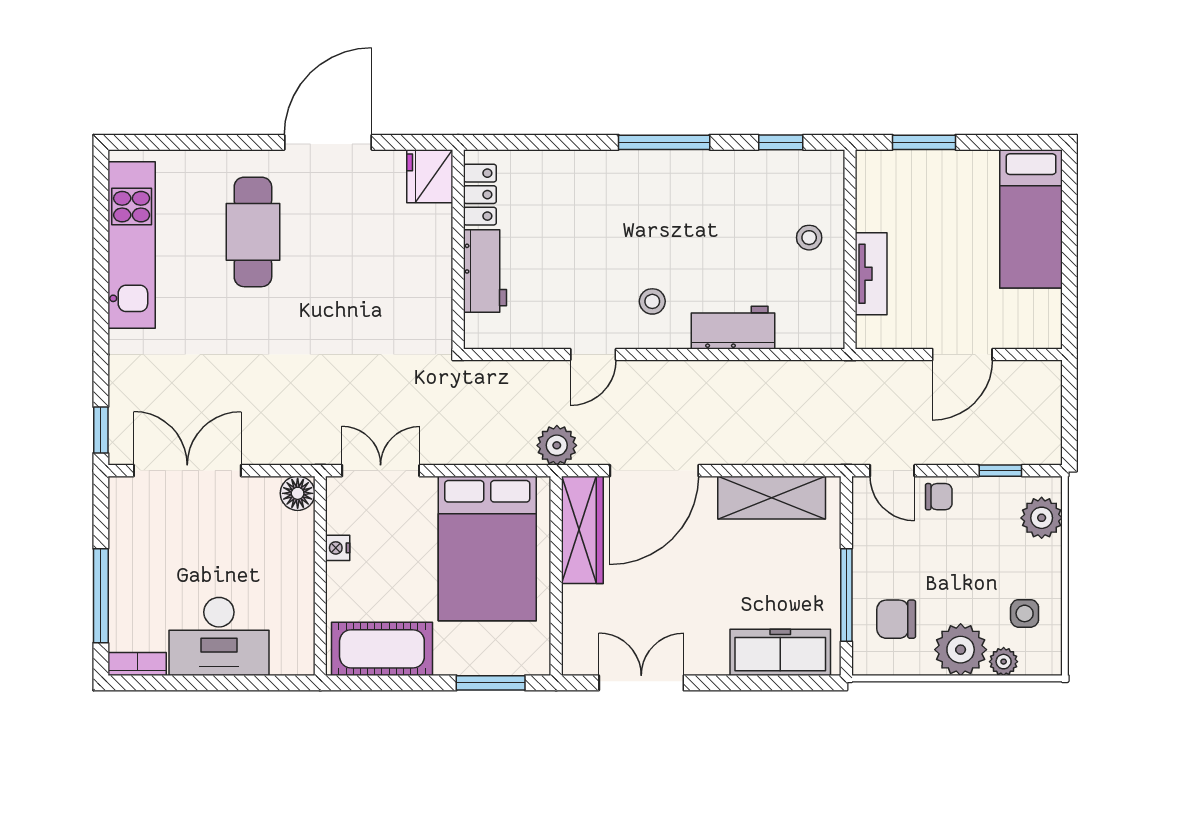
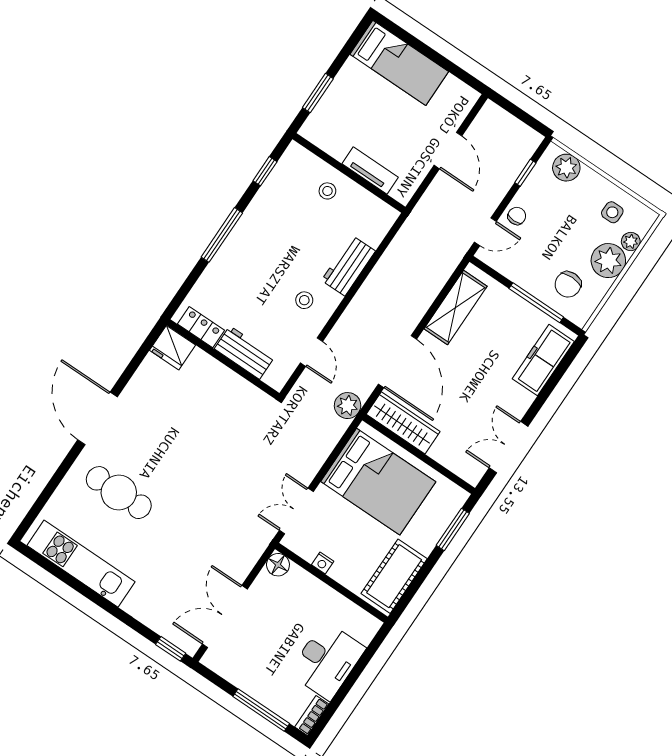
fridge: (430, 176) -> (172, 348), moved
locker: (480, 195) -> (201, 327), moved
wall: (458, 249) -> (223, 359), moved
workbench: (485, 271) -> (245, 353), moved

